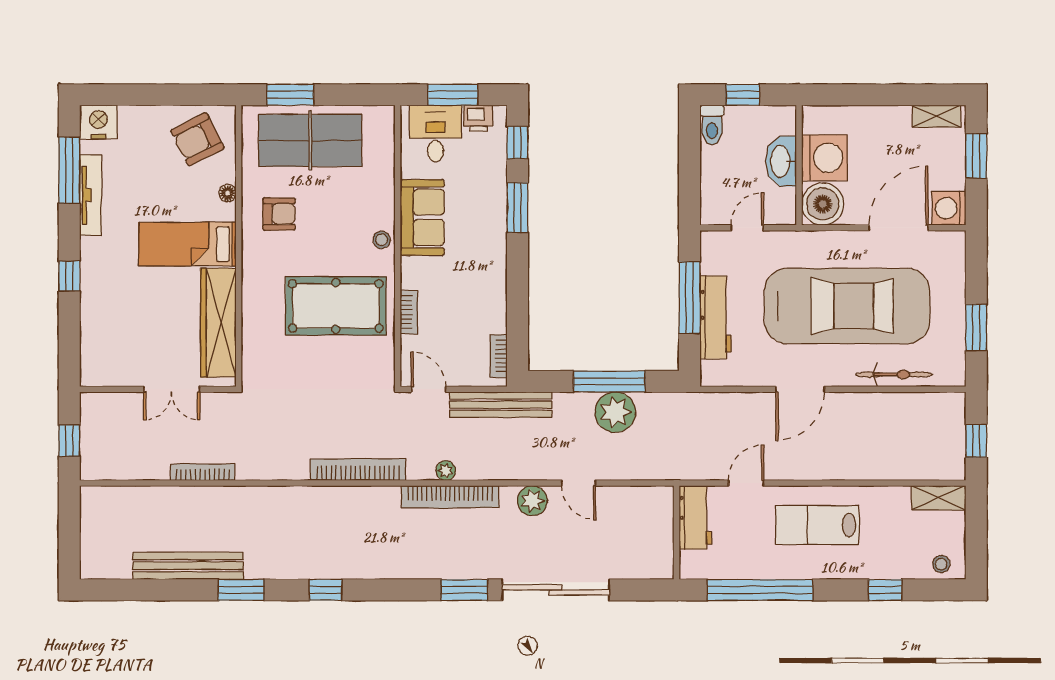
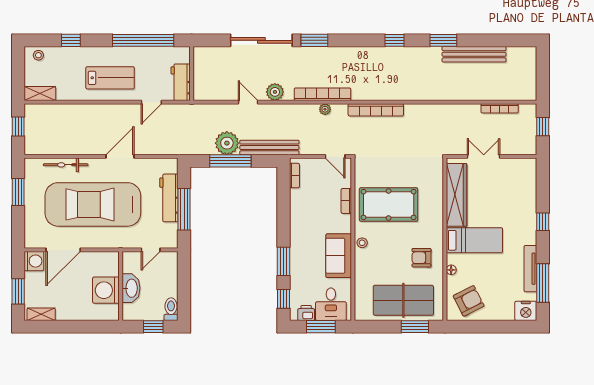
boiler: (823, 204) -> (107, 264), removed
bench: (501, 405) -> (269, 147), moved
bookcase: (203, 472) -> (500, 108), moved

